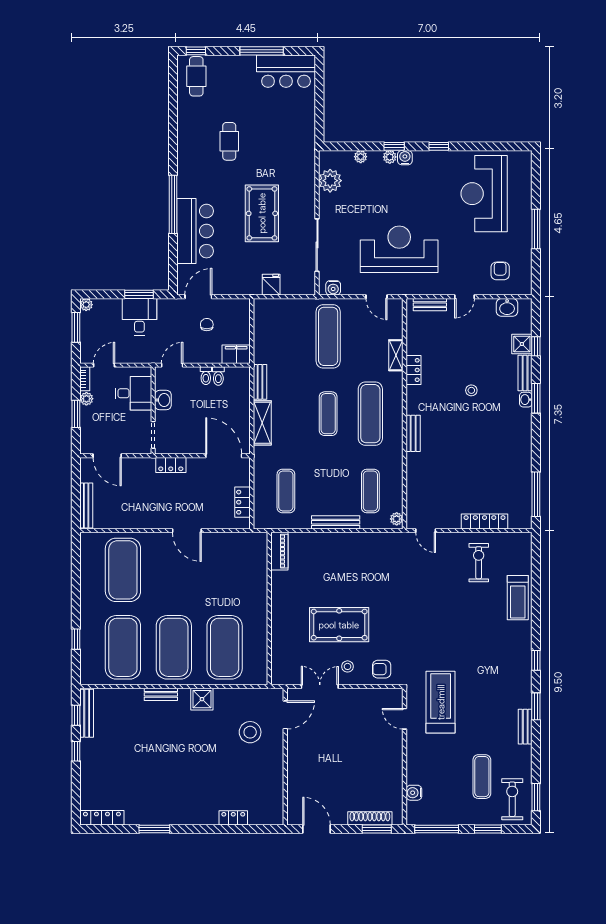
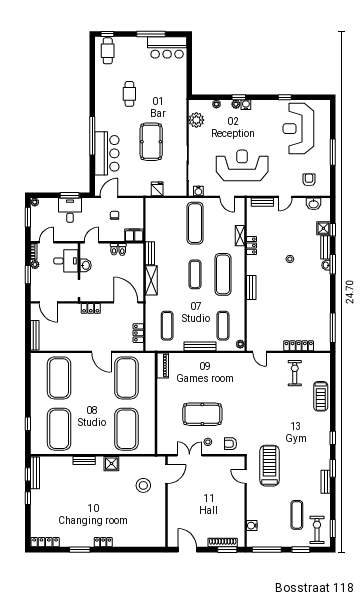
window: (439, 146) -> (285, 97), moved
exercise mat: (174, 647) -> (126, 378), moved
locker: (233, 818) -> (103, 542), moved

